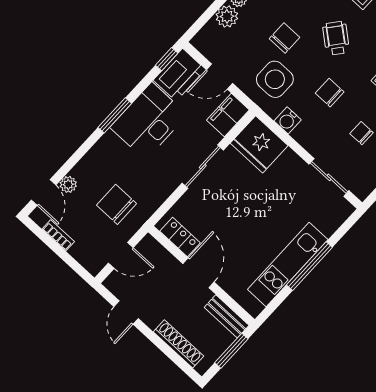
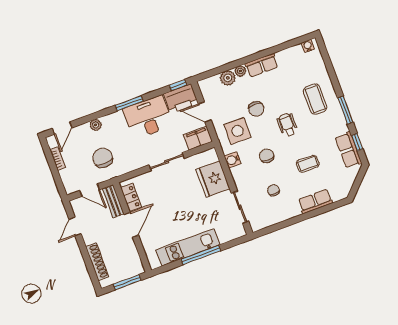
chair: (285, 38) -> (256, 109), turned 90
wheelchair: (336, 38) -> (287, 125), turned -39
fridge: (259, 144) -> (213, 179), moved
plant: (68, 184) -> (96, 125), moved
bench: (227, 316) -> (113, 202), moved

